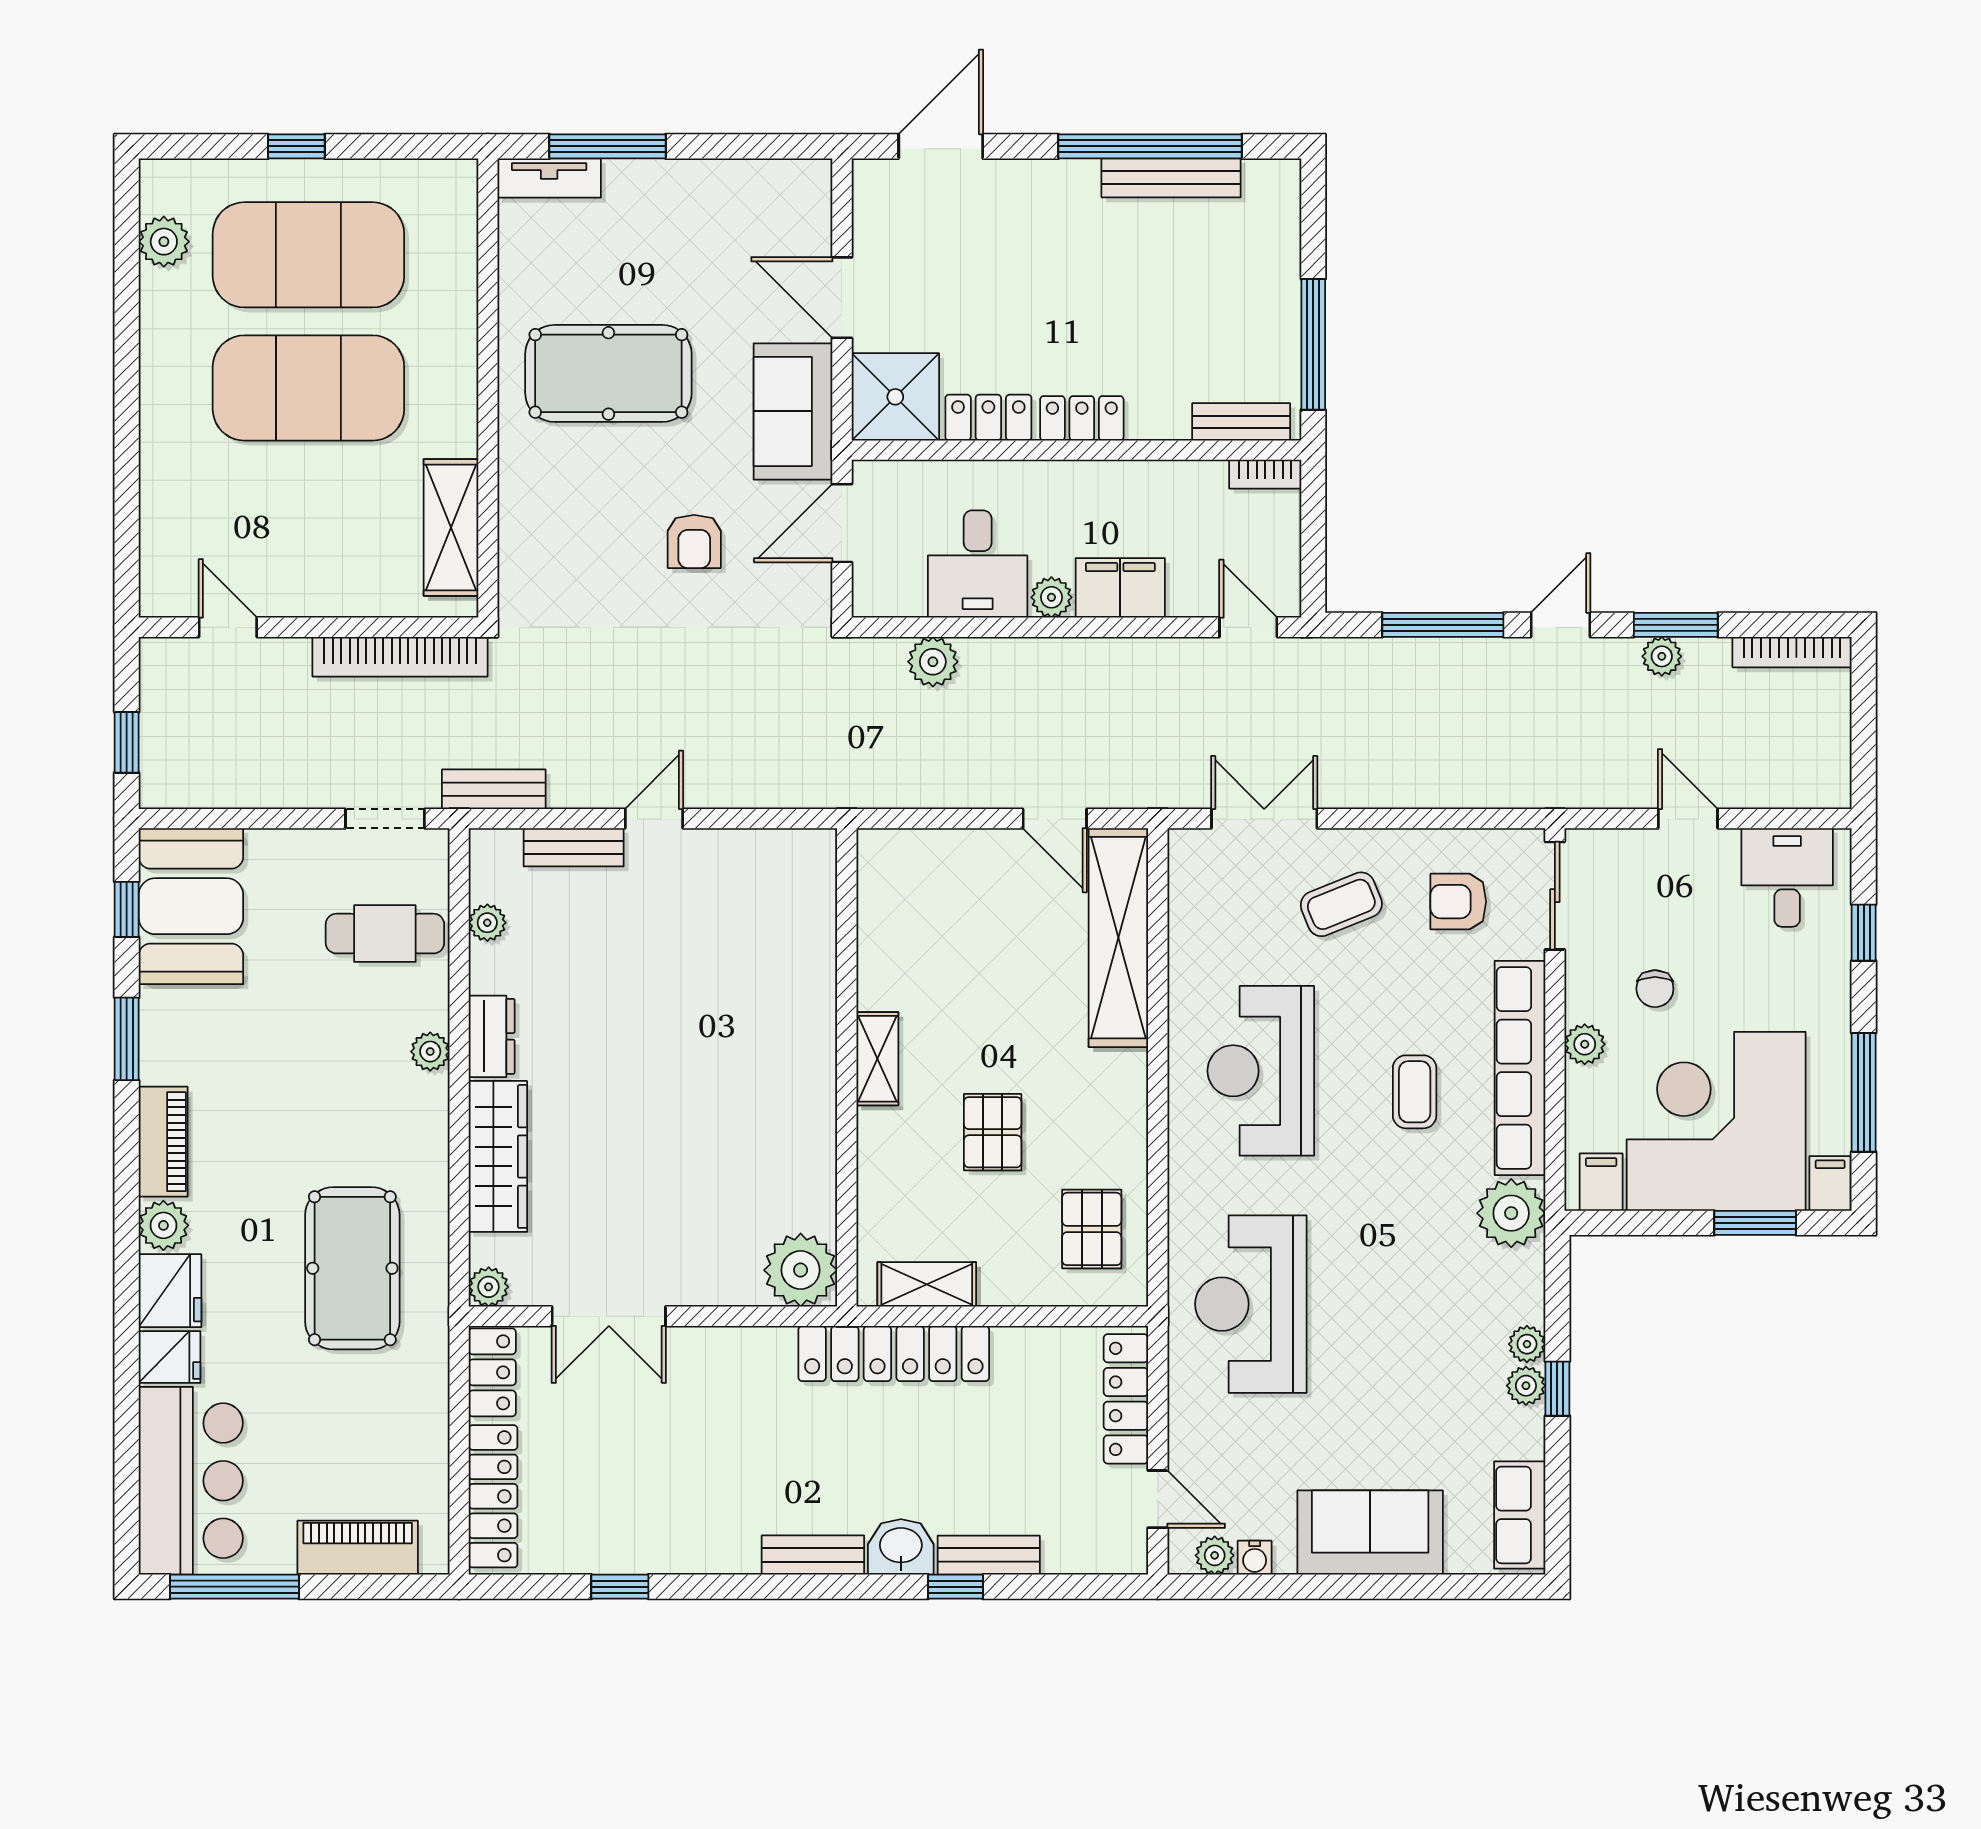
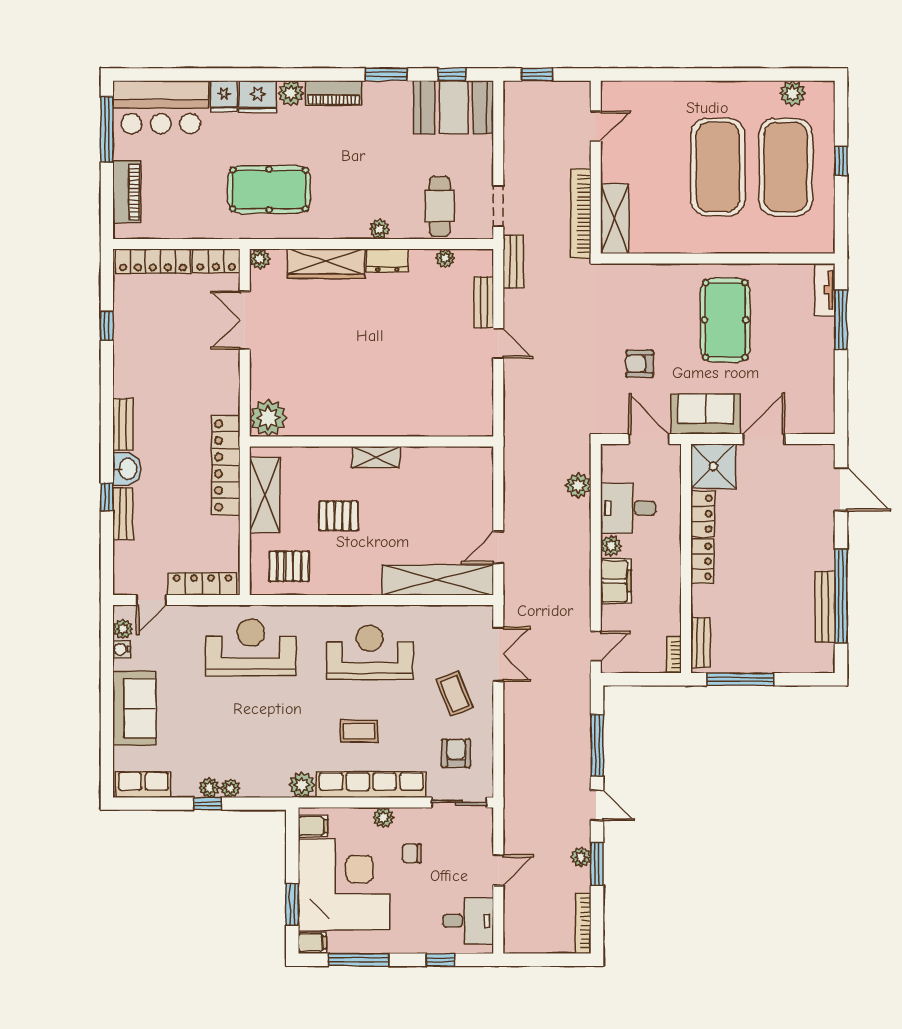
shelving: (451, 527) -> (615, 219), moved, turned 90
plant: (1511, 1213) -> (302, 785), width x0.73, depth x0.73
shelving: (927, 1284) -> (265, 495), width x1.50, depth x1.33

